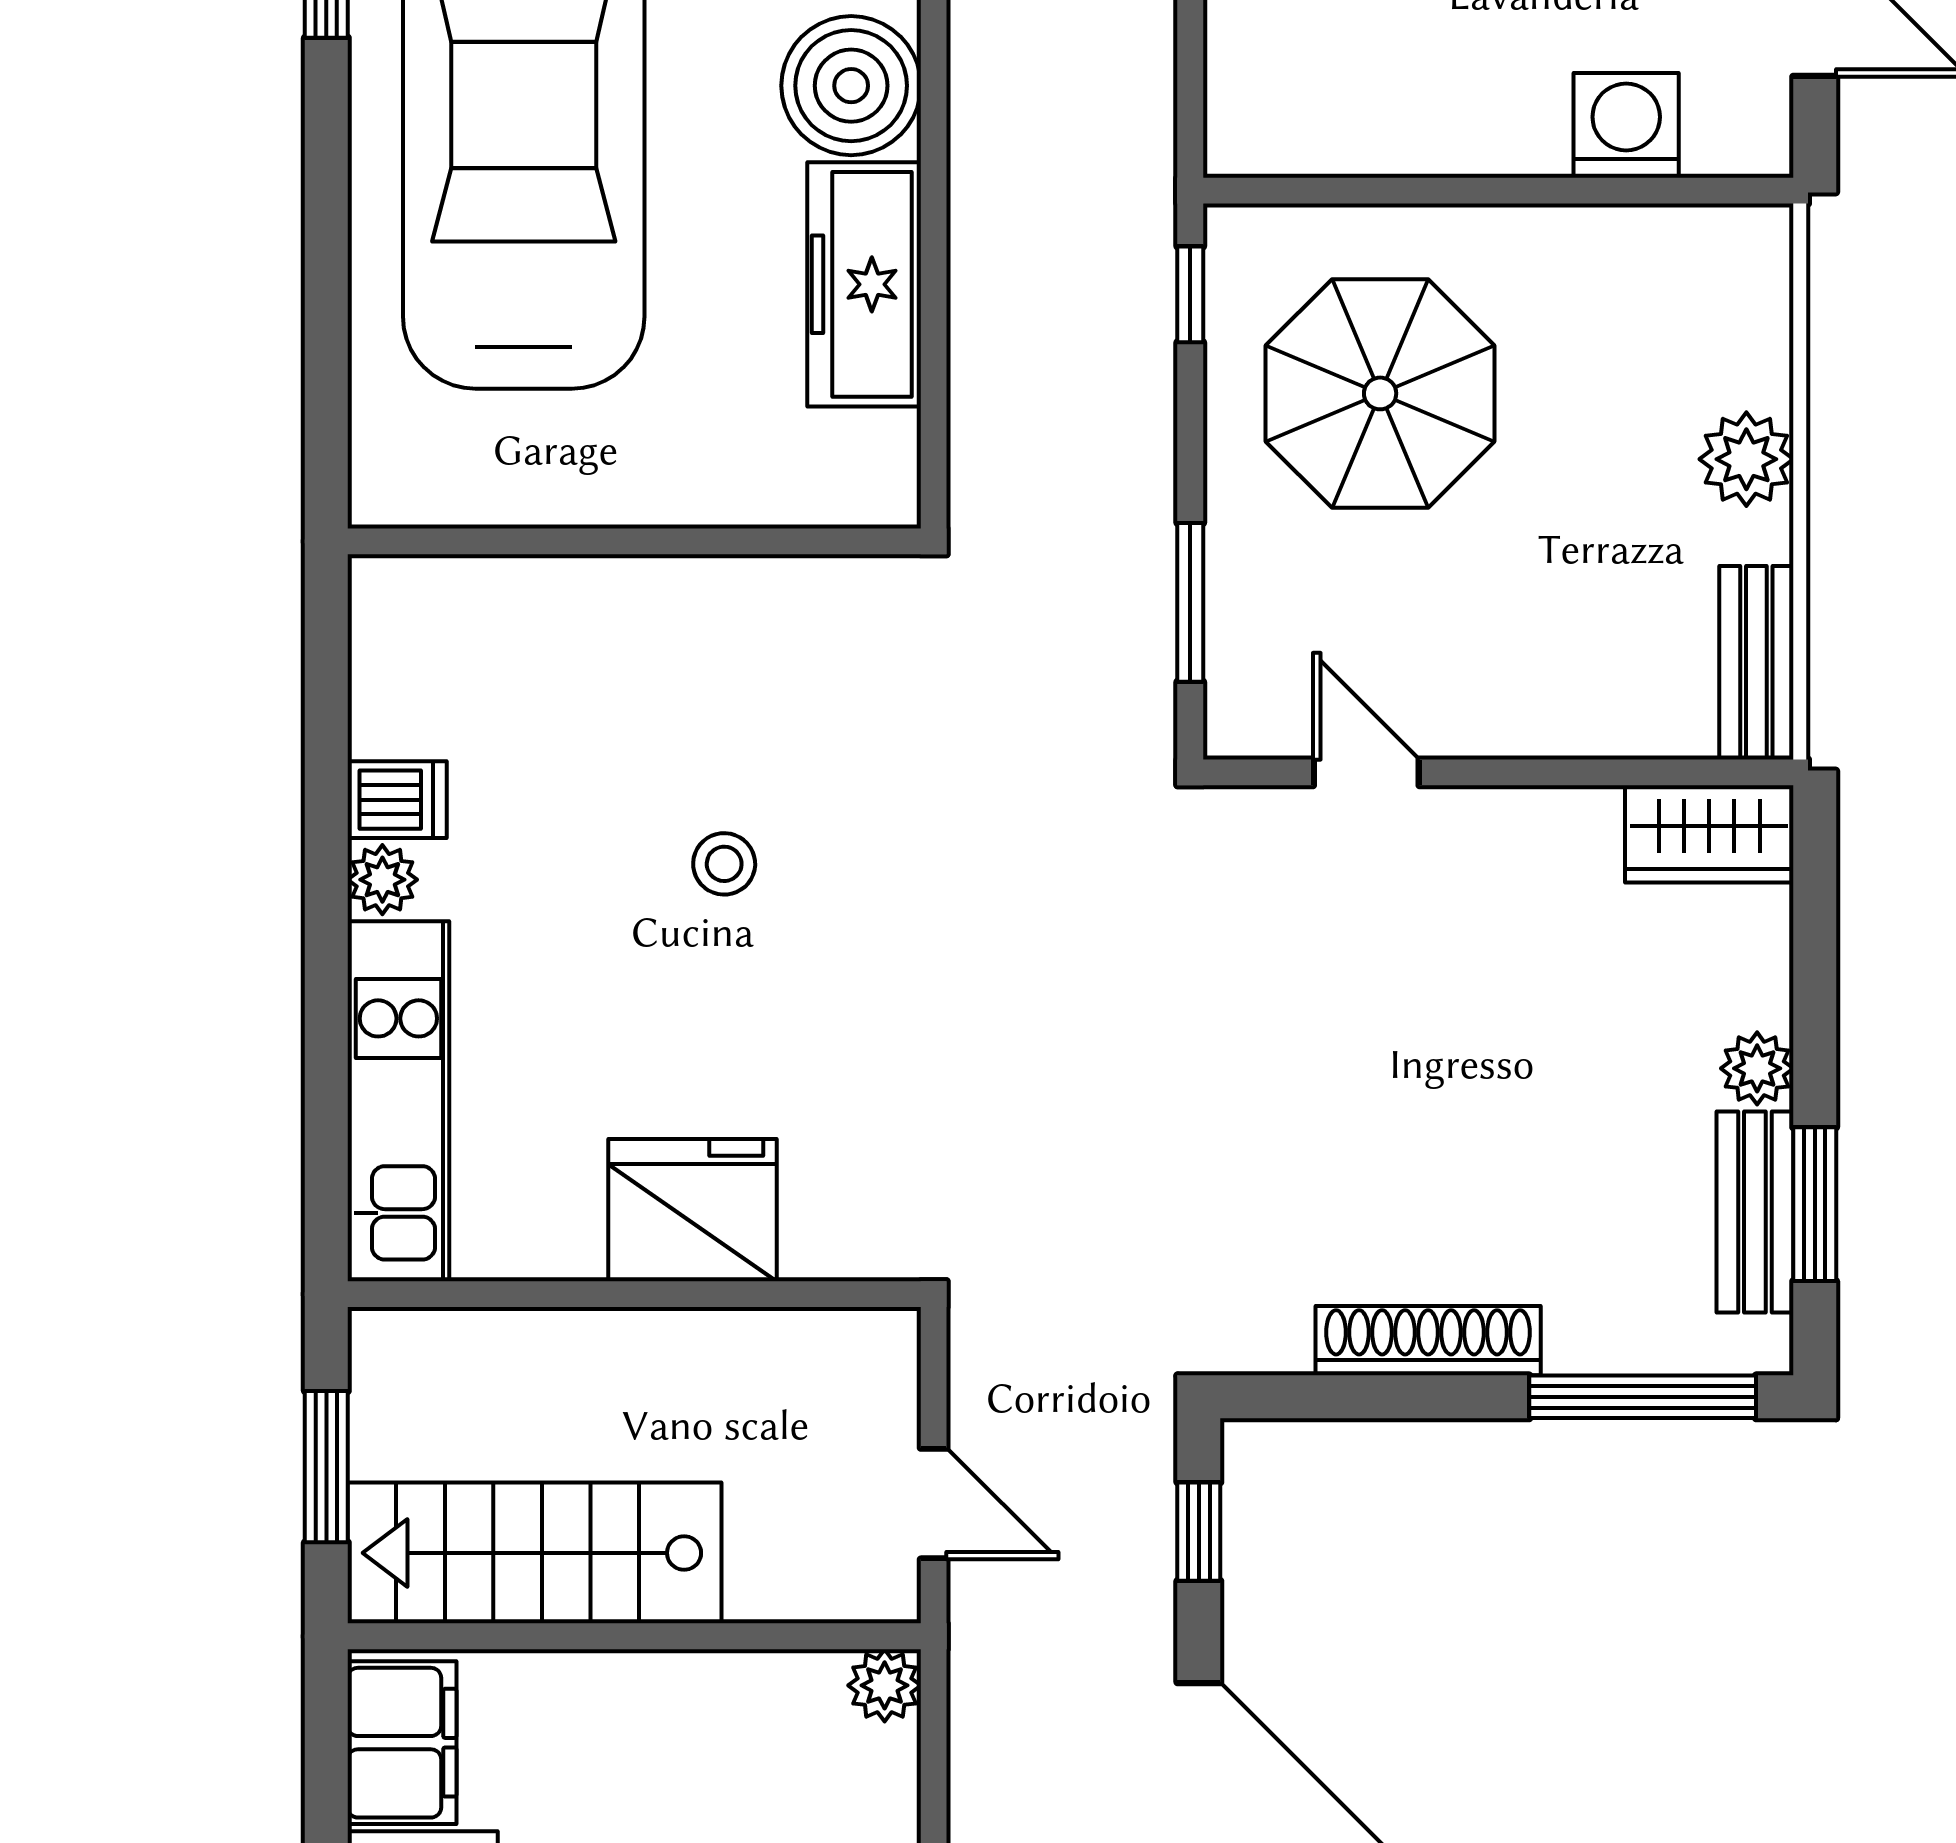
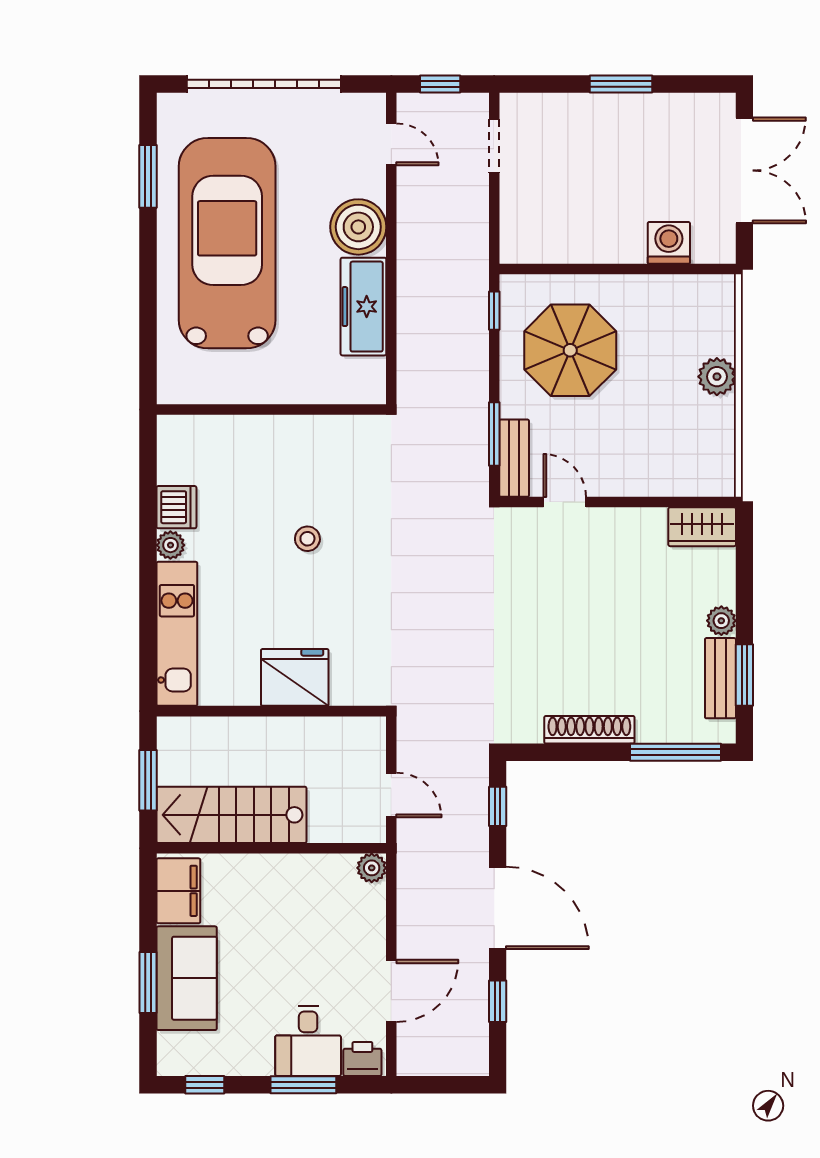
bench: (1756, 663) -> (514, 458), moved
dishwasher: (397, 800) -> (176, 507), width x1.38

